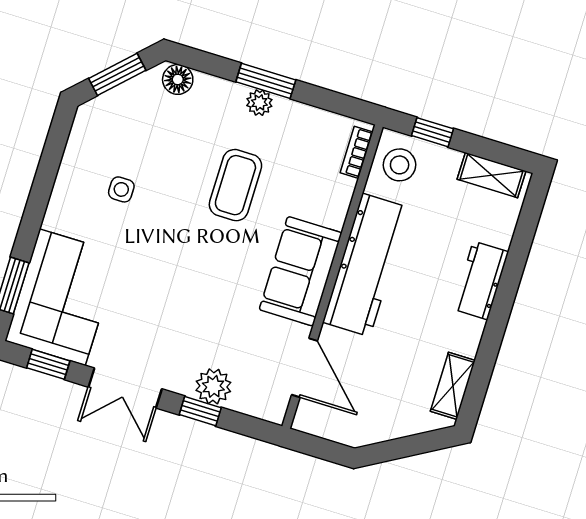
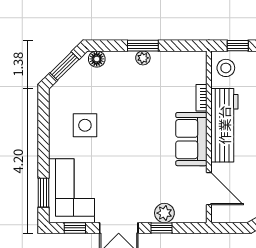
bookcase: (357, 152) -> (201, 98), moved
coffee table: (235, 185) -> (144, 105), removed
side table: (121, 189) -> (85, 125), width x1.87, depth x1.87

